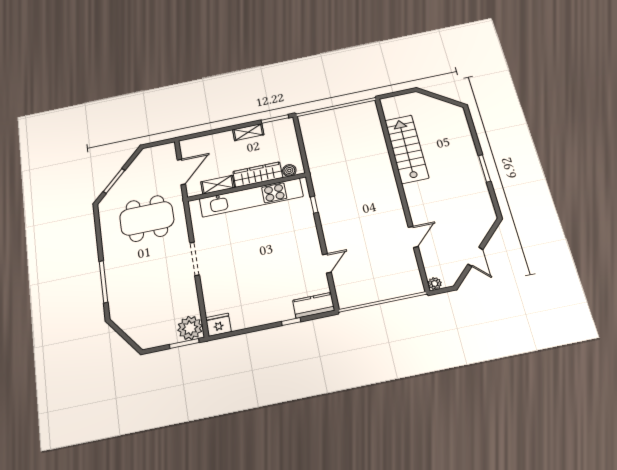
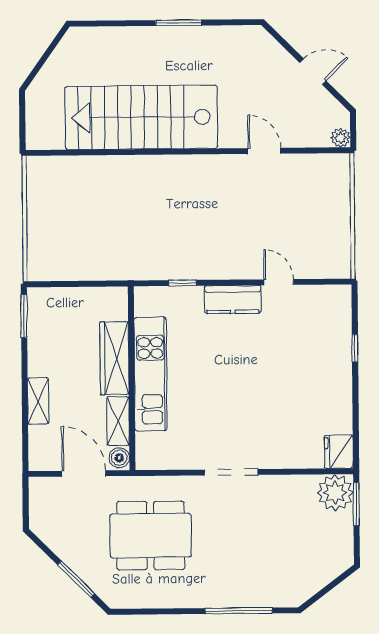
shelving: (248, 132) -> (38, 401), moved
stairs: (407, 149) -> (141, 117), width x1.36, depth x1.51
boiler: (289, 170) -> (119, 458), moved
kitchen unit: (251, 198) -> (151, 374), width x0.73
dining table: (147, 218) -> (151, 536), turned 90
kitchen counter: (314, 305) -> (233, 300), moved, turned -90

